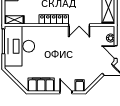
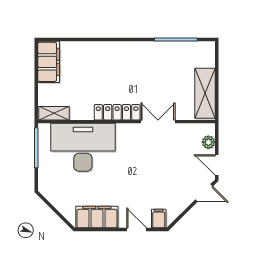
double door: (79, 25) -> (158, 122), swing flipped
desk: (19, 46) -> (83, 147), moved, turned 90

